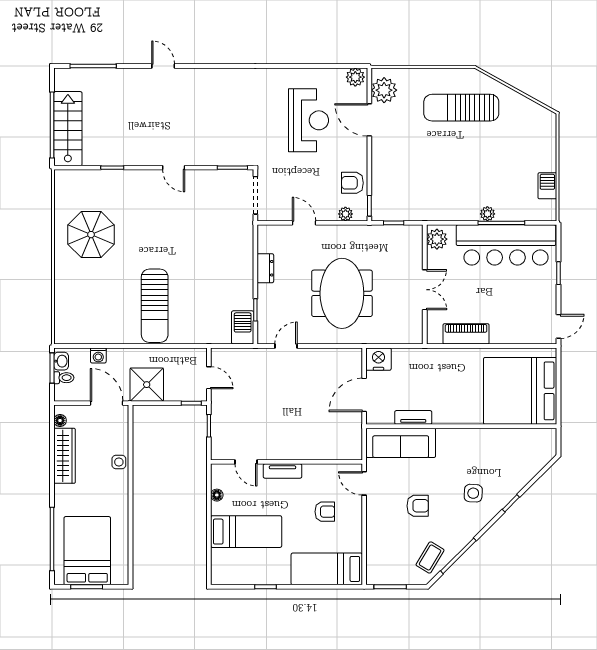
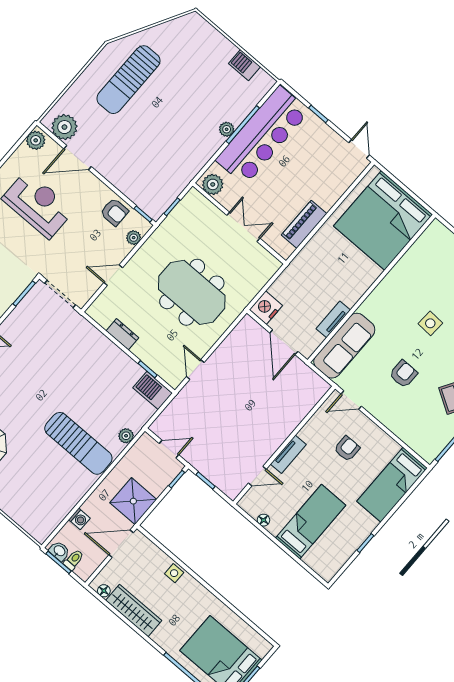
armchair: (352, 183) -> (114, 212), turned -90
plant: (191, 337) -> (126, 436), added

